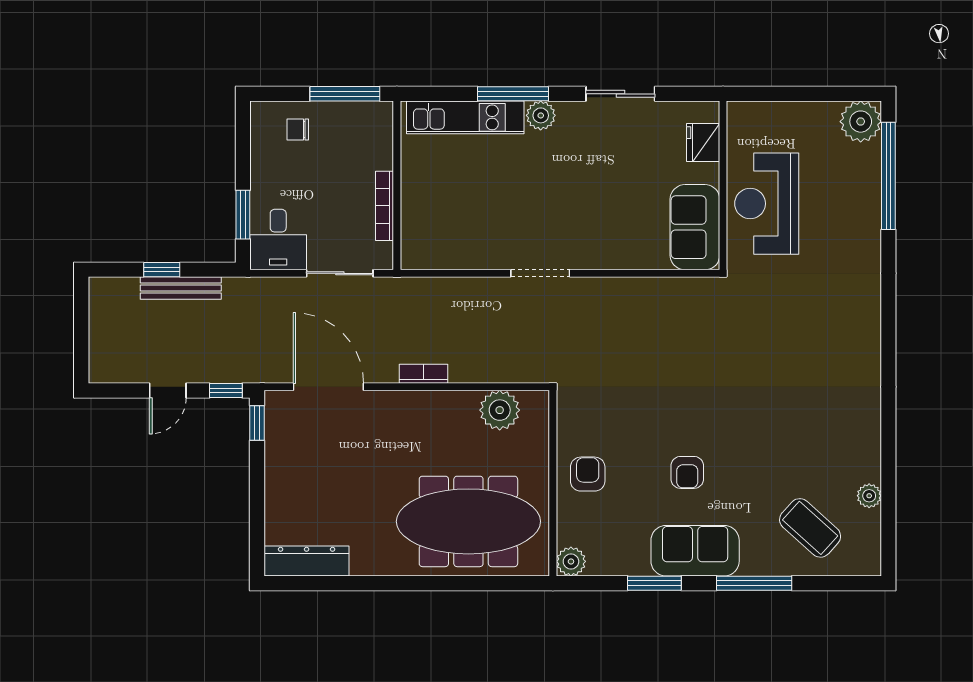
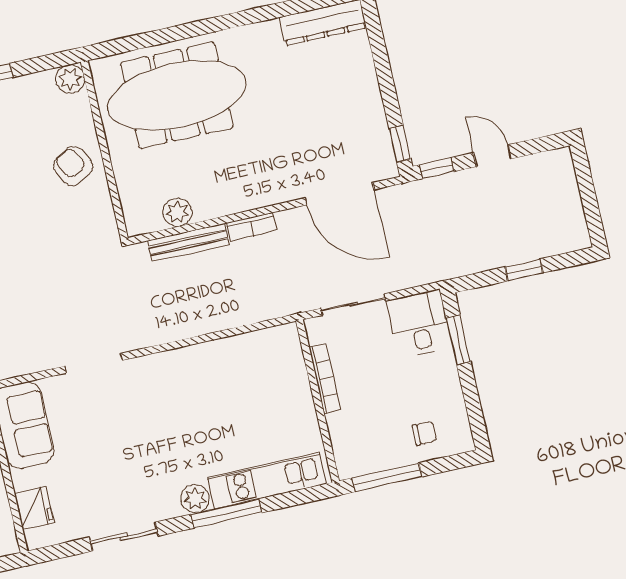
doorway: (540, 273) -> (93, 363), moved
bench: (181, 288) -> (188, 243), moved
door: (168, 390) -> (492, 156), hinge flipped
plant: (500, 410) -> (177, 212), width x0.73, depth x0.73
armchair: (588, 474) -> (73, 166), turned 151

